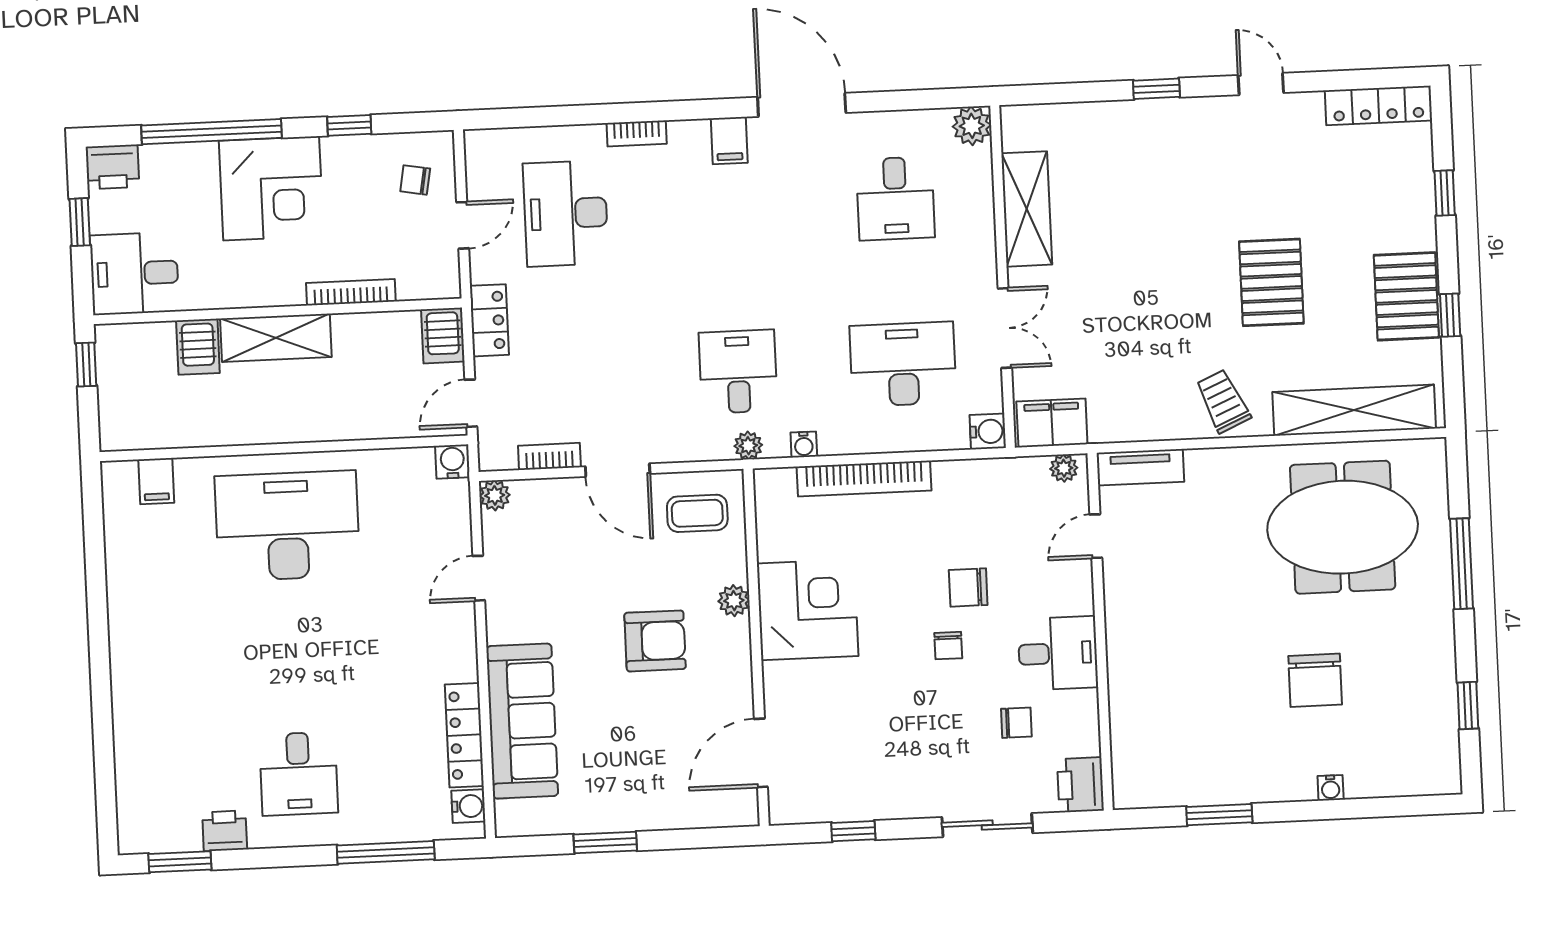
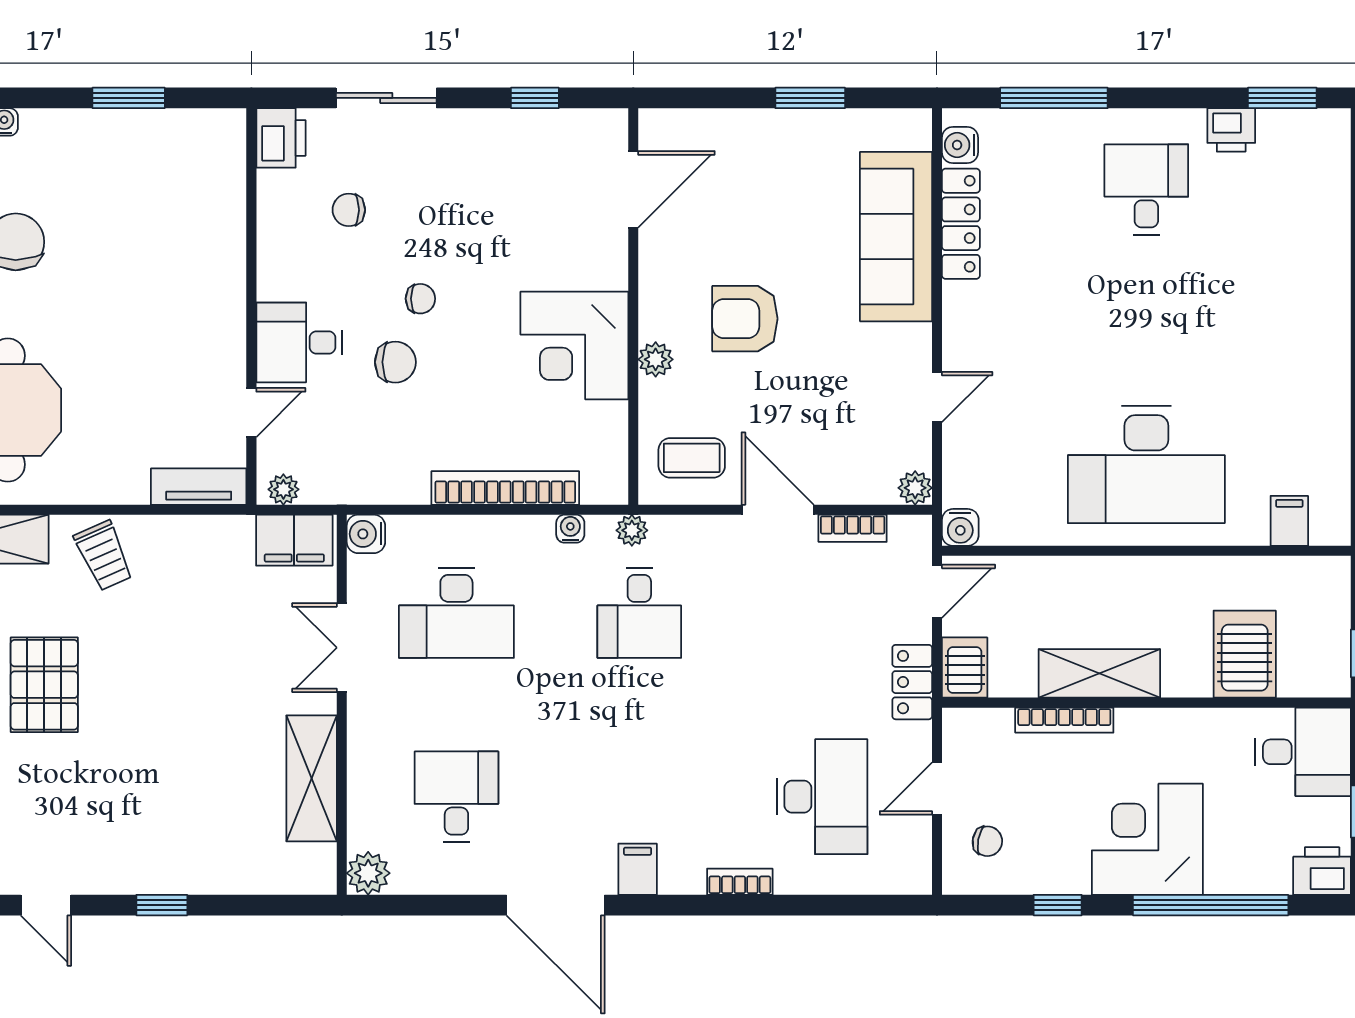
shelving: (276, 338) -> (1099, 673), moved
server rack: (198, 347) -> (1245, 654), width x1.36, depth x1.44
chair: (948, 646) -> (420, 299), turned 90
desk: (1058, 653) -> (299, 342), moved

